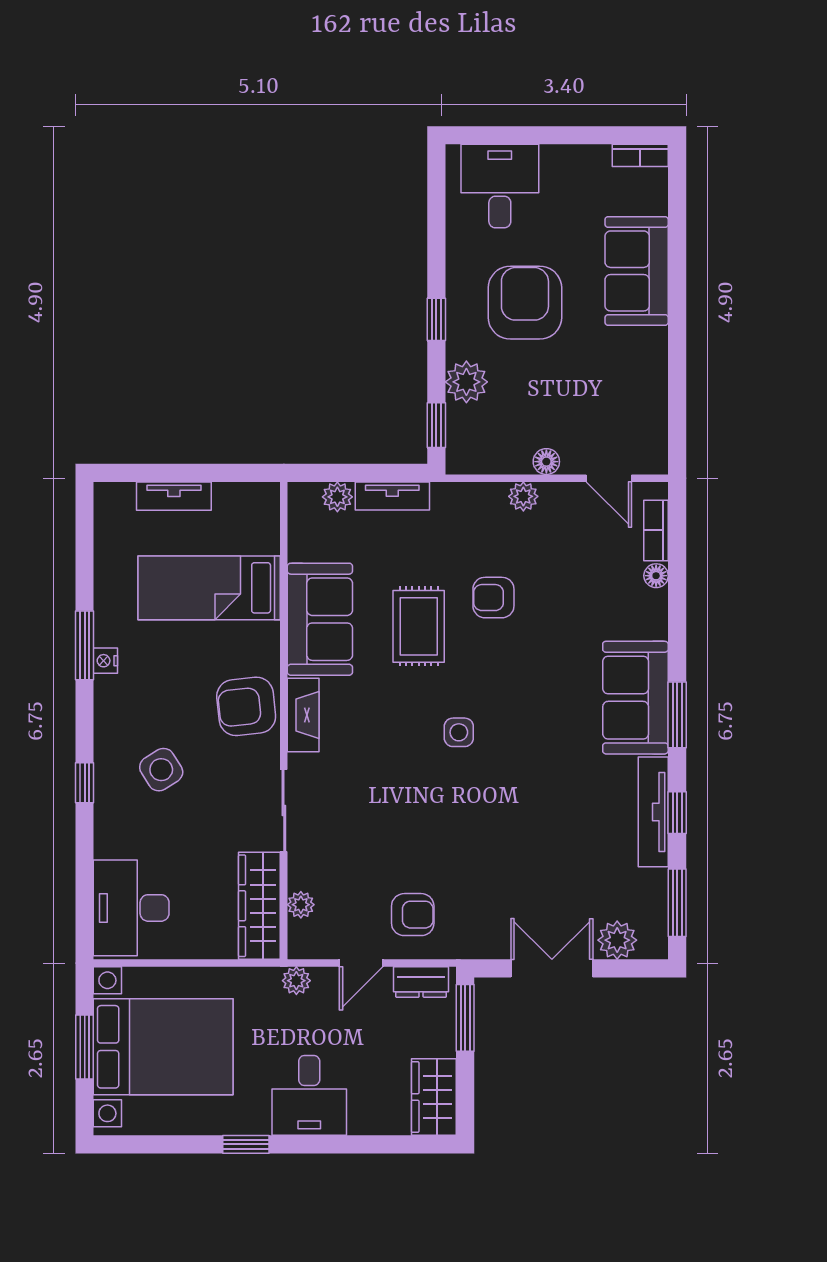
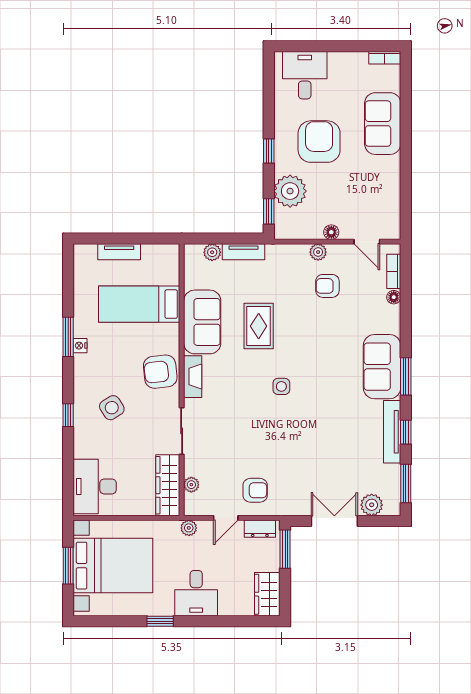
plant: (466, 382) -> (290, 191), width x1.36, depth x1.36
armchair: (493, 598) -> (327, 286), moved

